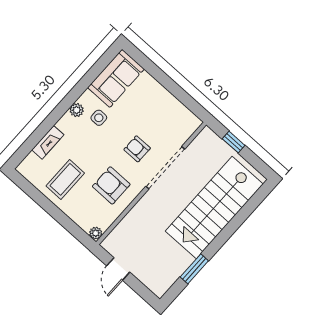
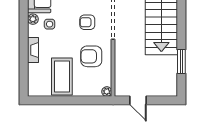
plant: (77, 110) -> (33, 19), moved
fireplace: (48, 142) -> (33, 50), moved
coffee table: (65, 179) -> (62, 76), width x1.36, depth x1.32

